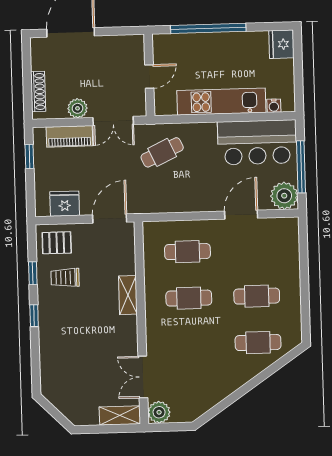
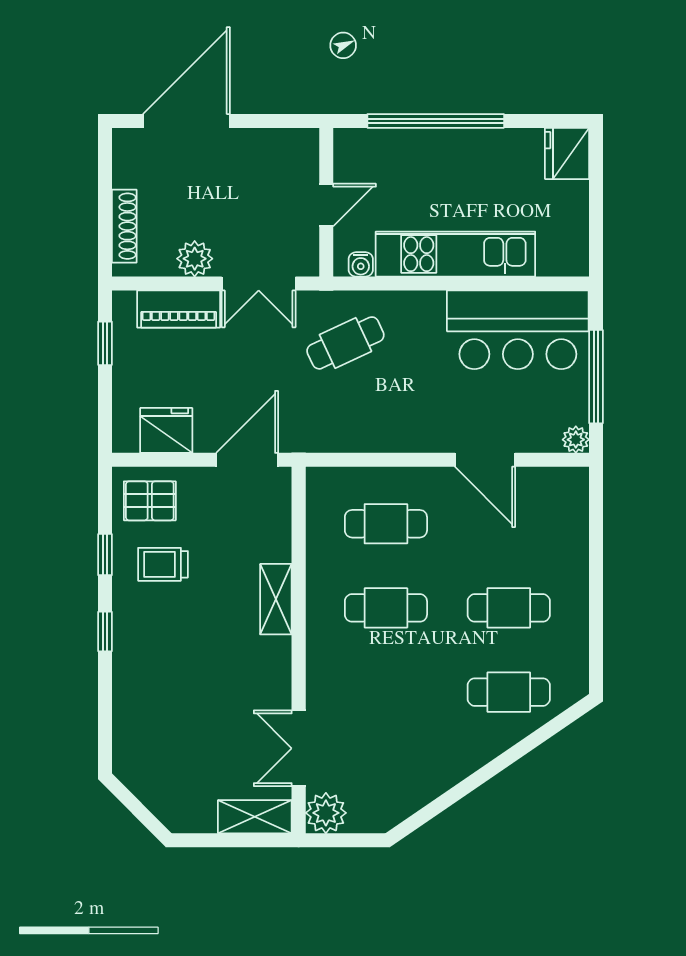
water cooler: (274, 106) -> (361, 264), moved
plant: (284, 196) -> (576, 440), width x0.53, depth x0.53
door: (241, 215) -> (485, 460), swing flipped

